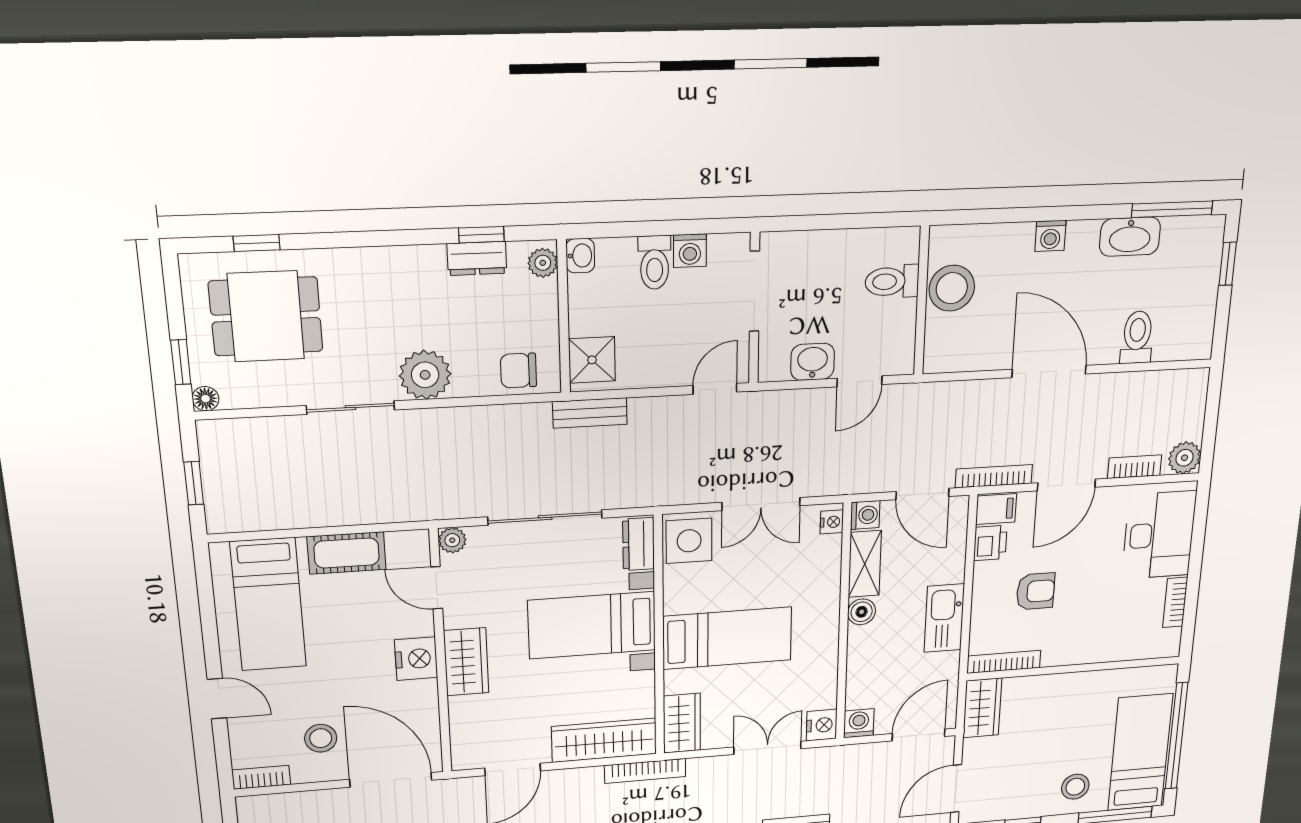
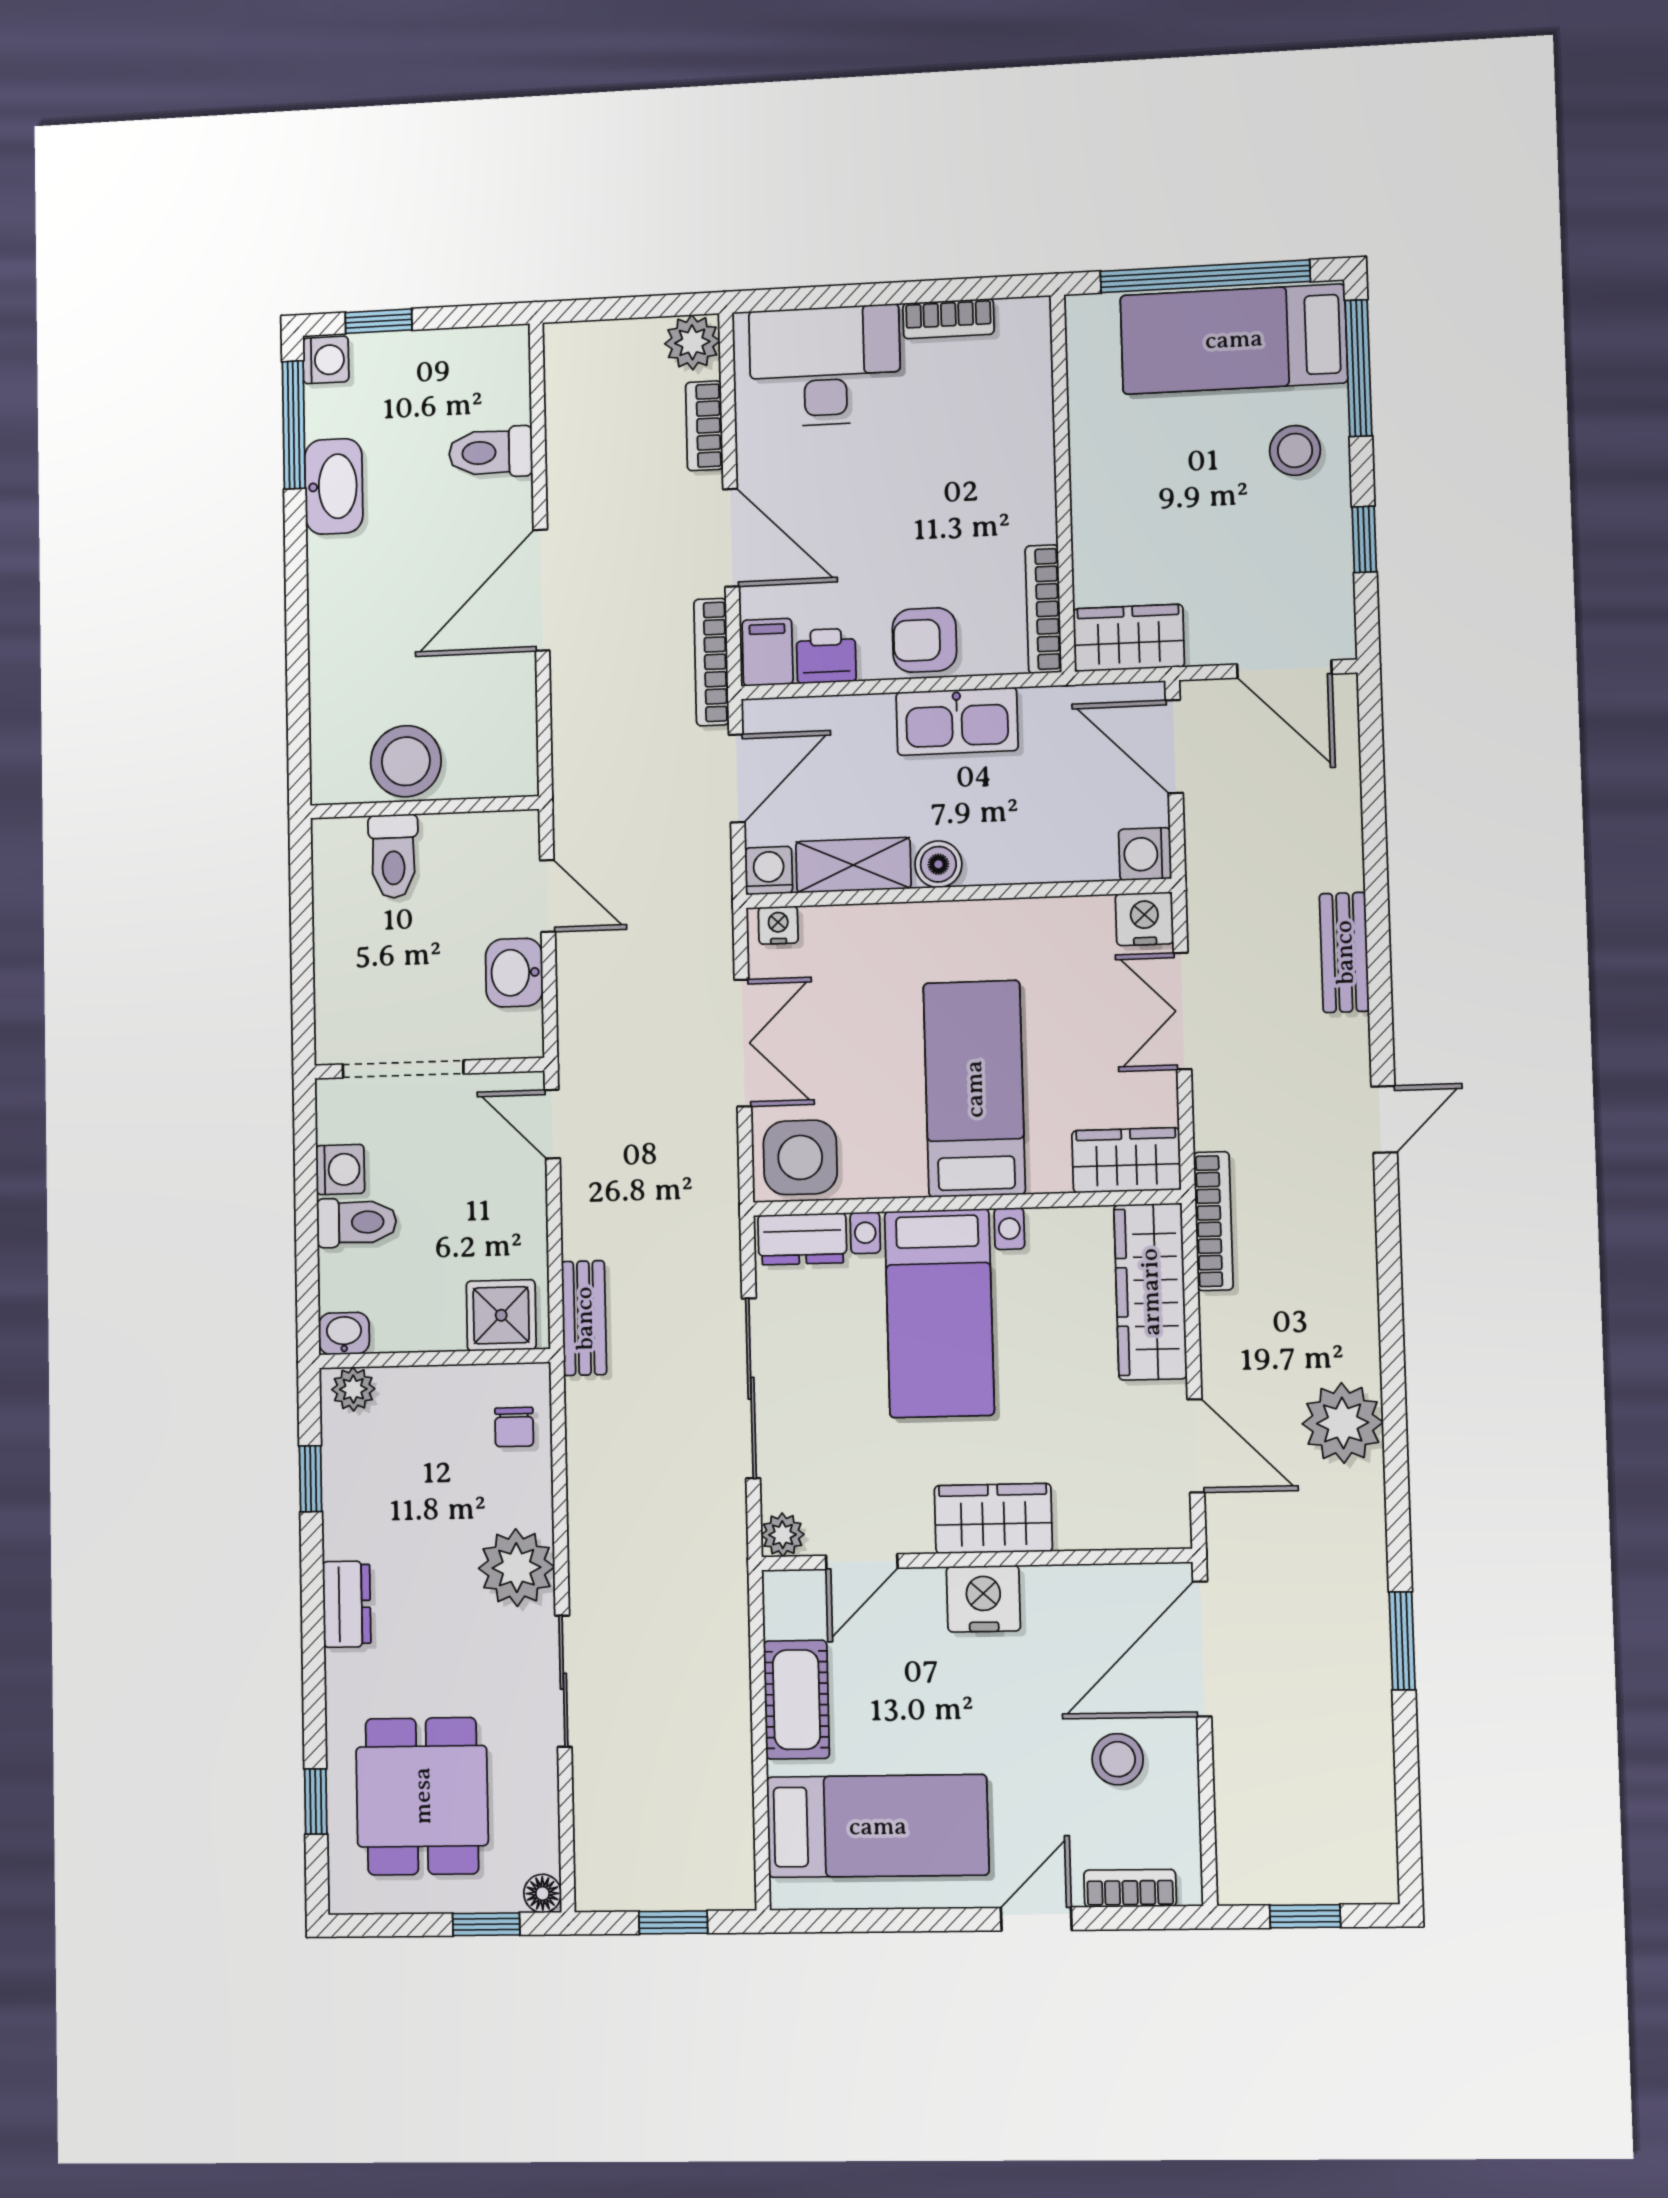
washing machine: (1050, 236) -> (326, 360), moved
dresser: (477, 258) -> (347, 1604), moved
chair: (519, 371) -> (514, 1427), width x0.73, depth x0.73
armchair: (1035, 591) -> (924, 640), moved, turned -90
bookcase: (261, 777) -> (1130, 1888), moved, turned 90

